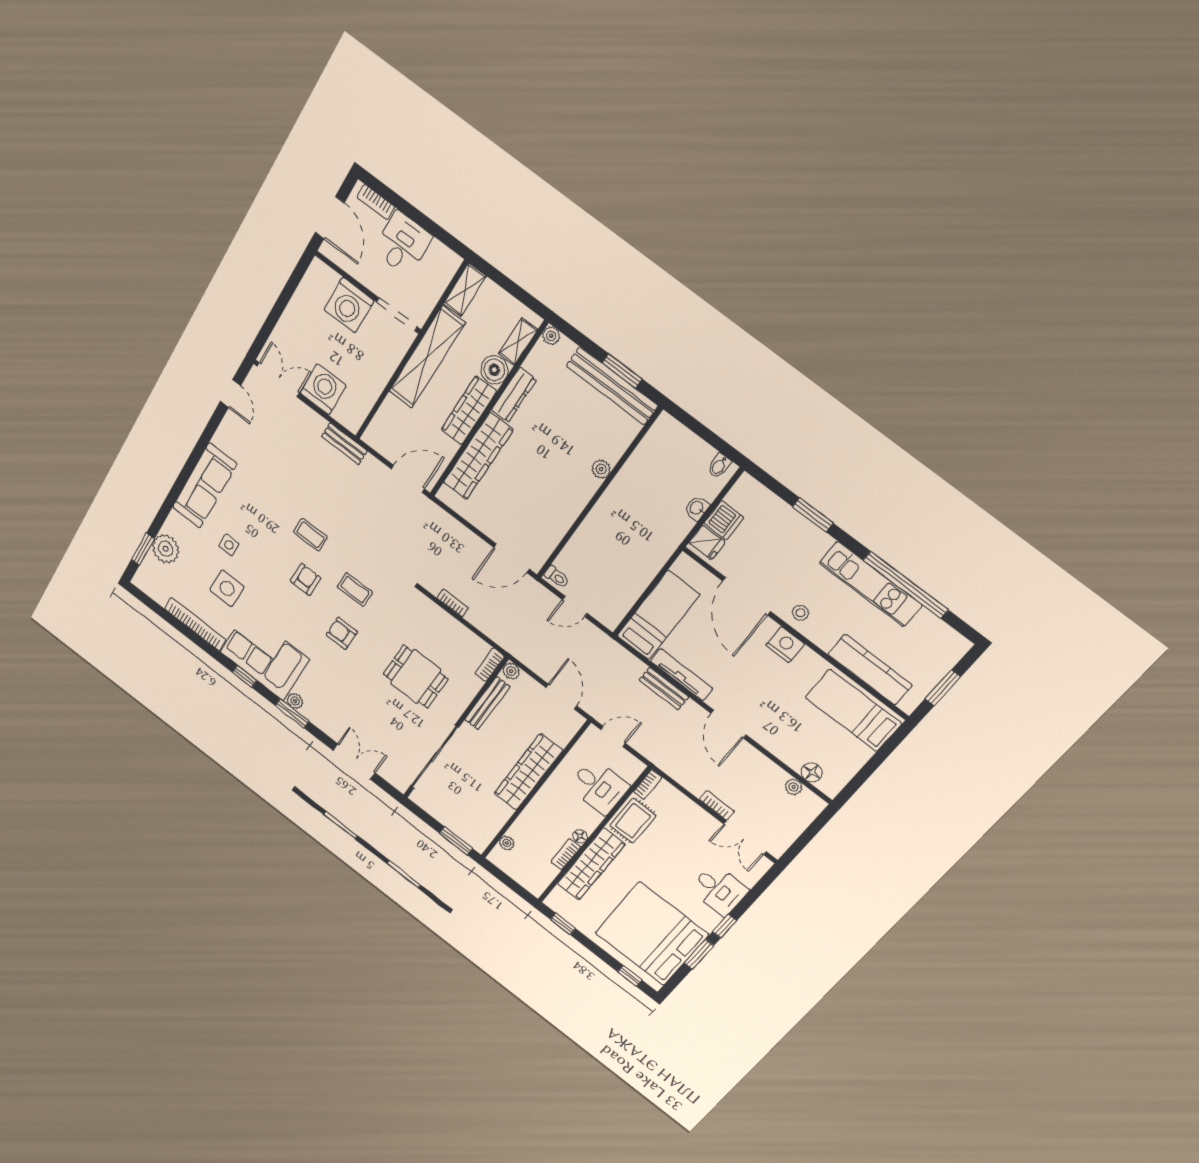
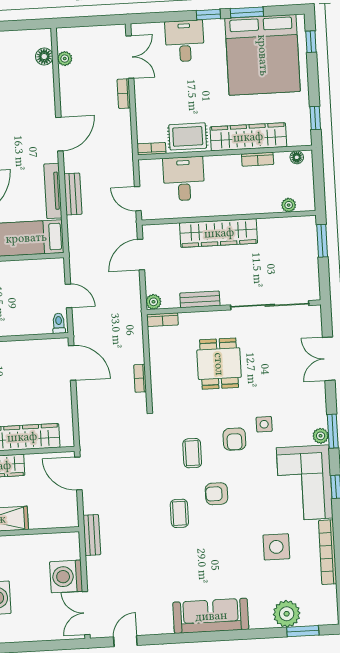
side table: (229, 545) -> (264, 424), moved
bench: (487, 703) -> (200, 299), width x0.73
floor lamp: (580, 836) -> (297, 157), moved

